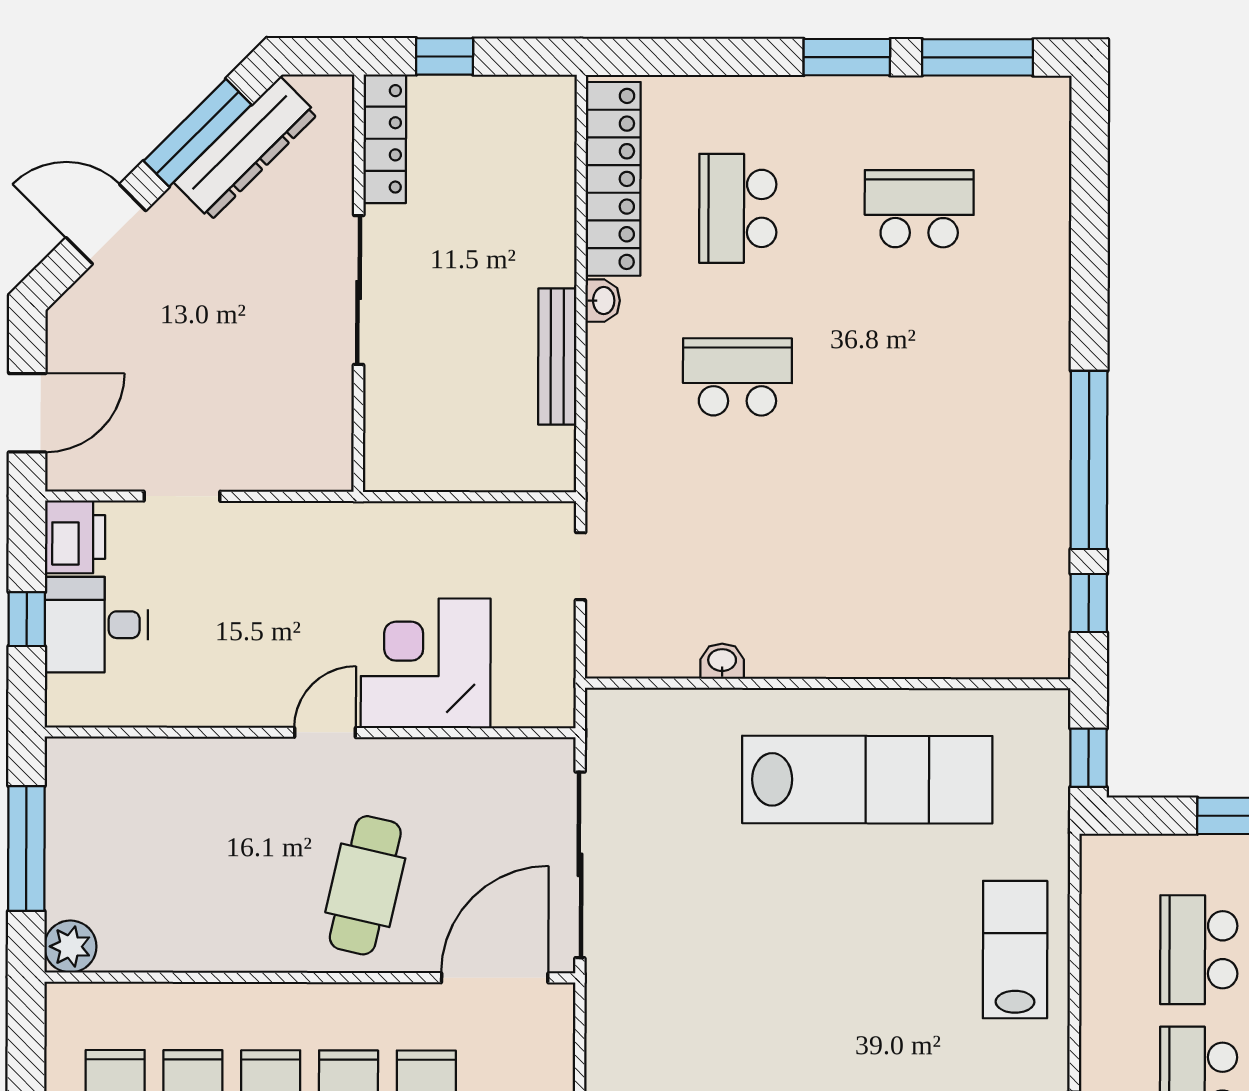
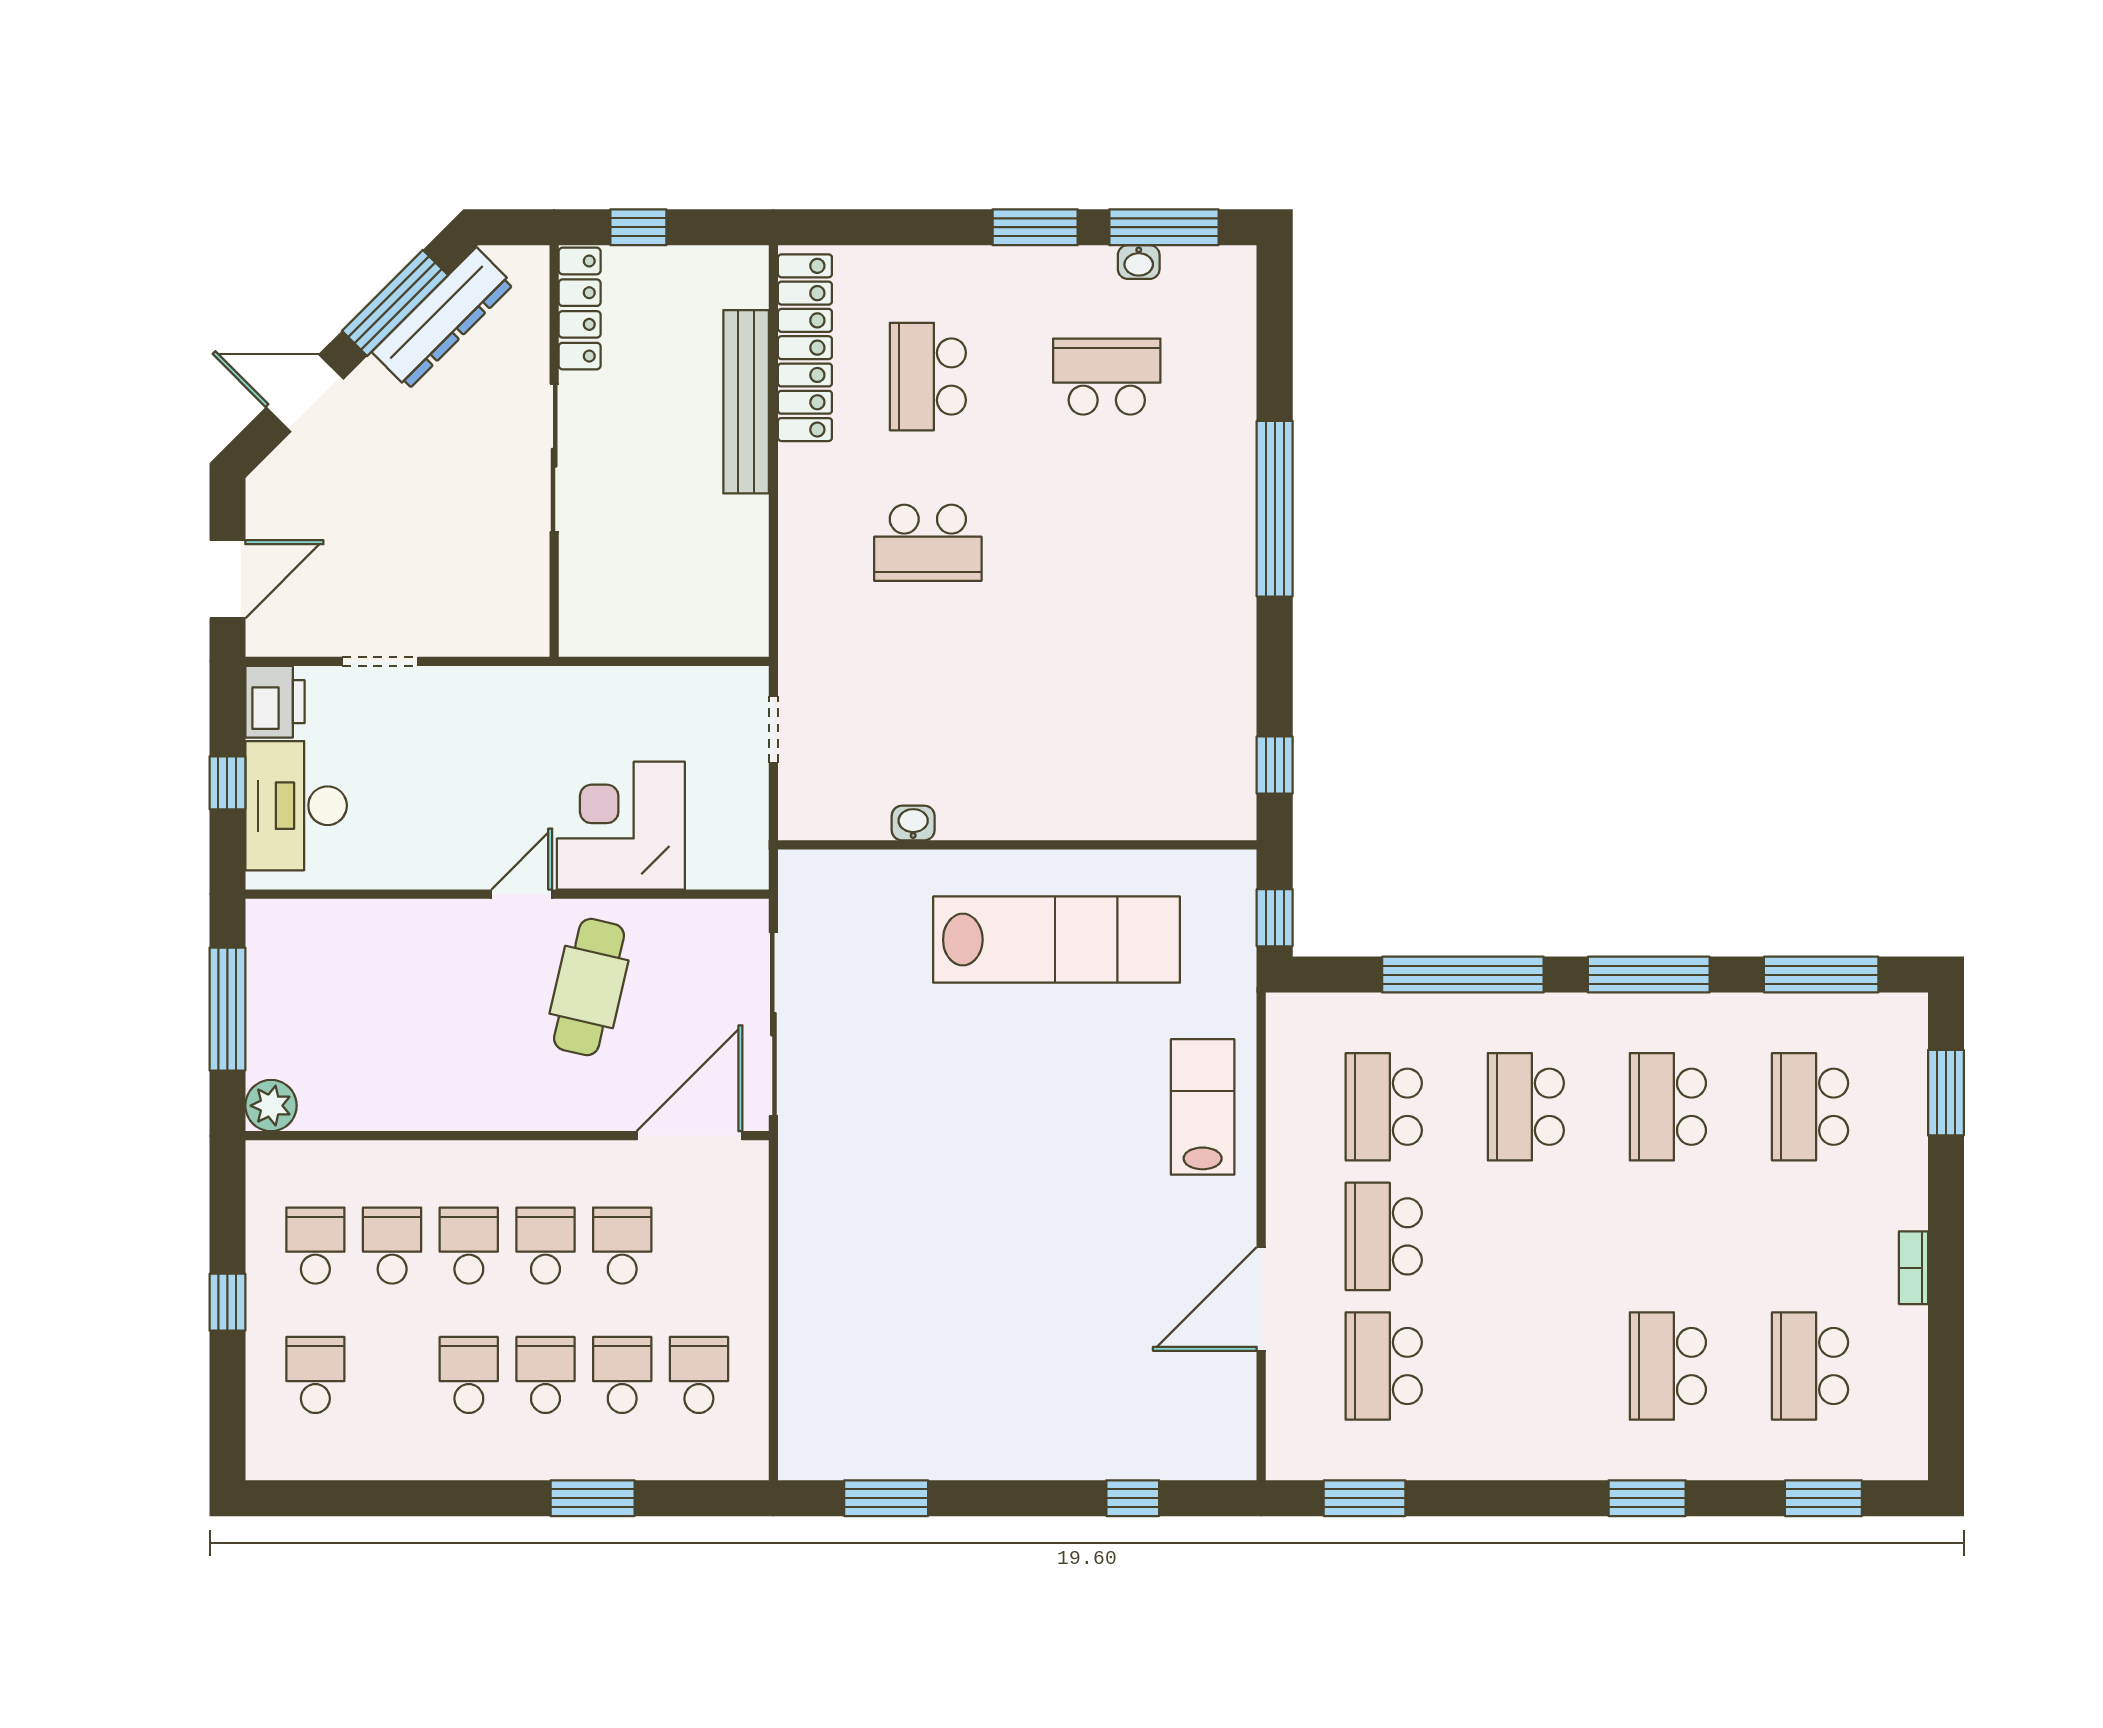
washbasin: (603, 301) -> (1139, 262), moved, turned 90
bench: (557, 357) -> (746, 402), moved, width x1.37, depth x1.21
school desk: (737, 377) -> (928, 543), turned 180
window: (1089, 460) -> (1275, 509), moved
desk: (96, 625) -> (296, 806), width x1.37
cafe table: (365, 885) -> (589, 987), moved

